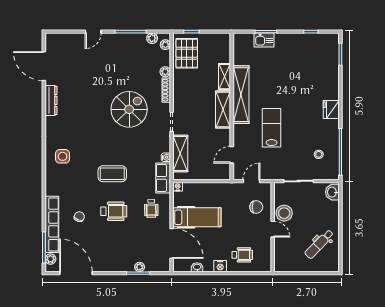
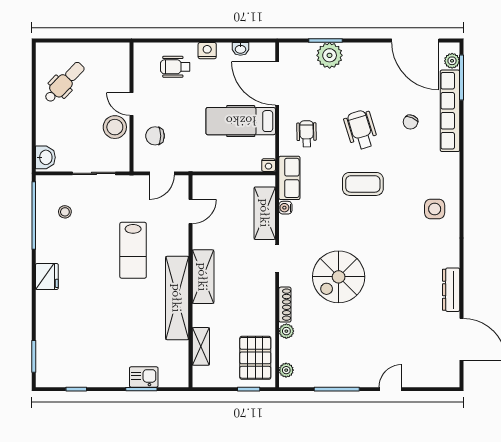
plant: (152, 38) -> (305, 380), removed
shelving: (225, 77) -> (201, 346), moved
wheelchair: (114, 211) -> (361, 130), turned 73
plant: (140, 267) -> (330, 55), width x1.87, depth x1.87

